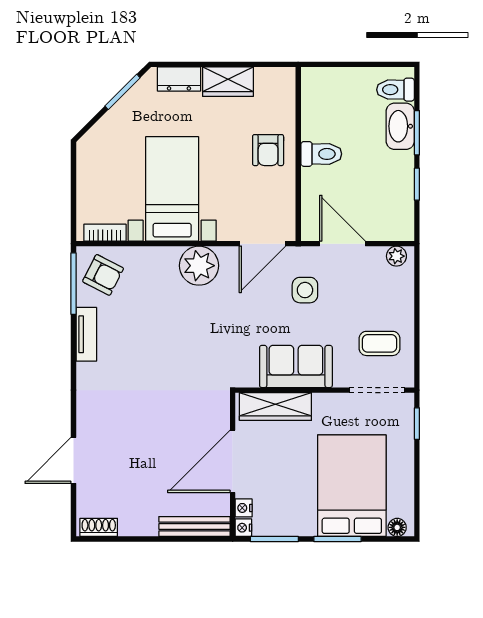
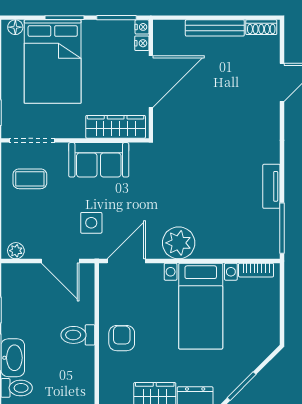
armchair: (103, 275) -> (258, 235), removed
bench: (194, 527) -> (215, 28), moved

